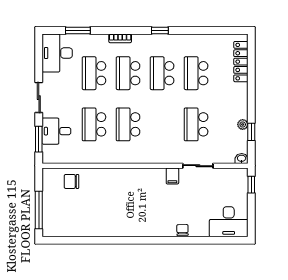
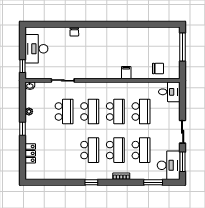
locker: (241, 62) -> (30, 153), width x0.66
school desk: (196, 73) -> (90, 111), moved
desk: (56, 131) -> (169, 92), moved
window: (251, 132) -> (22, 129), moved
window: (39, 139) -> (183, 162), moved
filing cabinet: (172, 176) -> (126, 73), moved
desk: (229, 222) -> (36, 49), moved, turned -90

